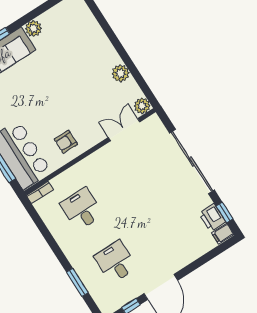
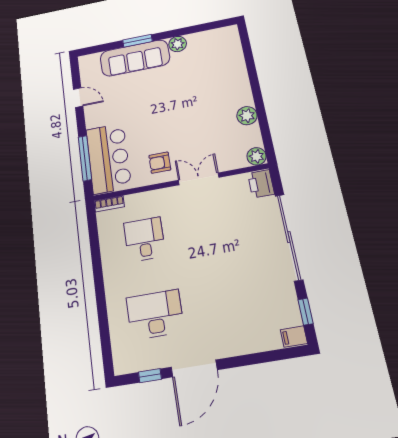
double door: (124, 130) -> (199, 179), moved
printer: (212, 218) -> (261, 184), moved
desk: (115, 262) -> (155, 314), width x1.37
window: (77, 282) -> (103, 319), removed

